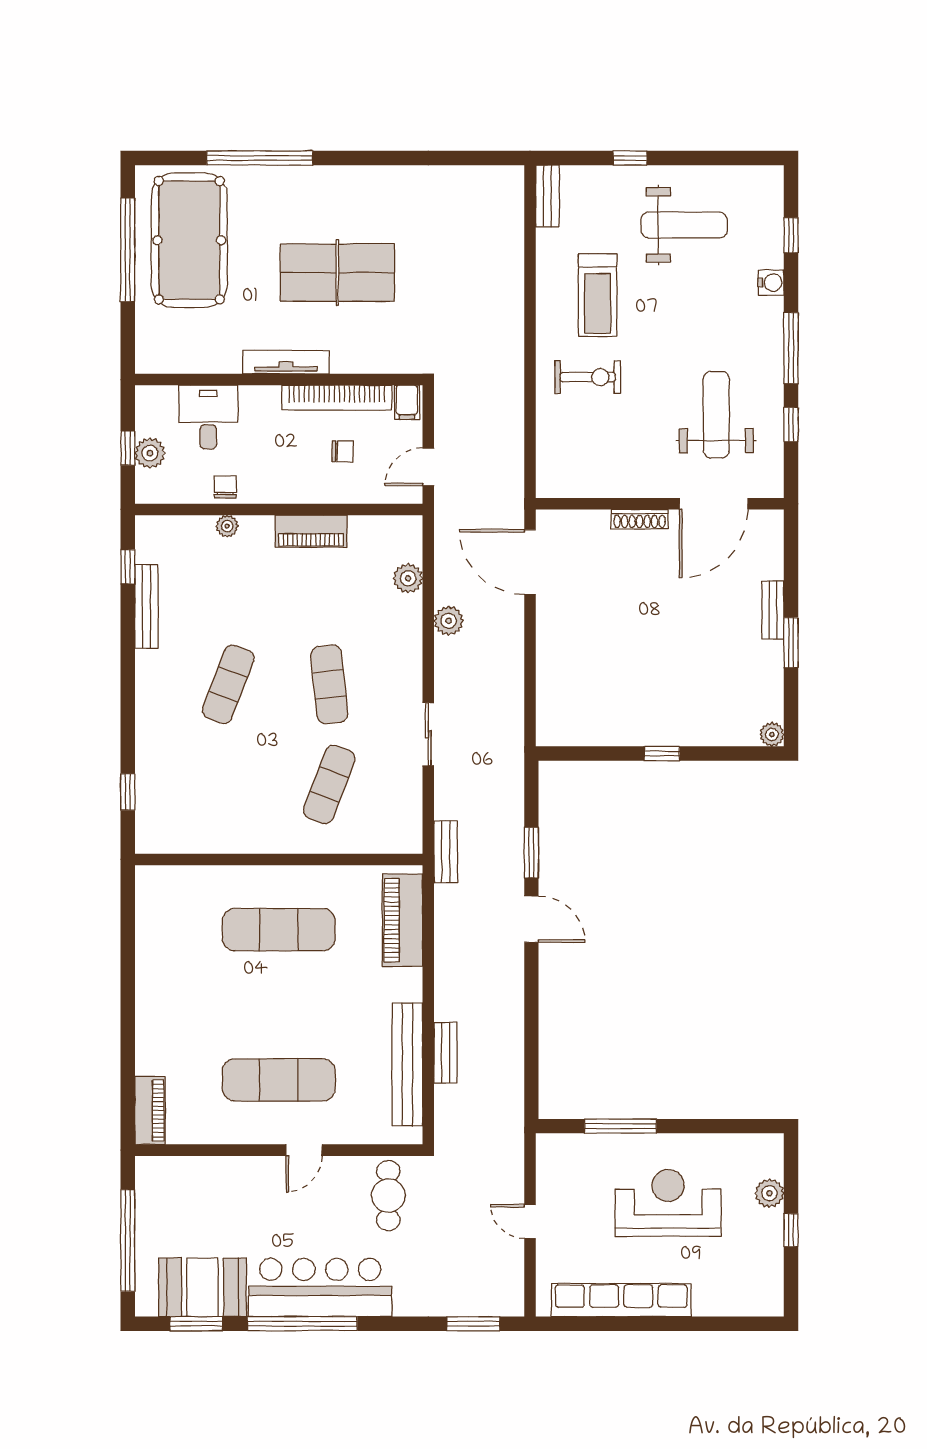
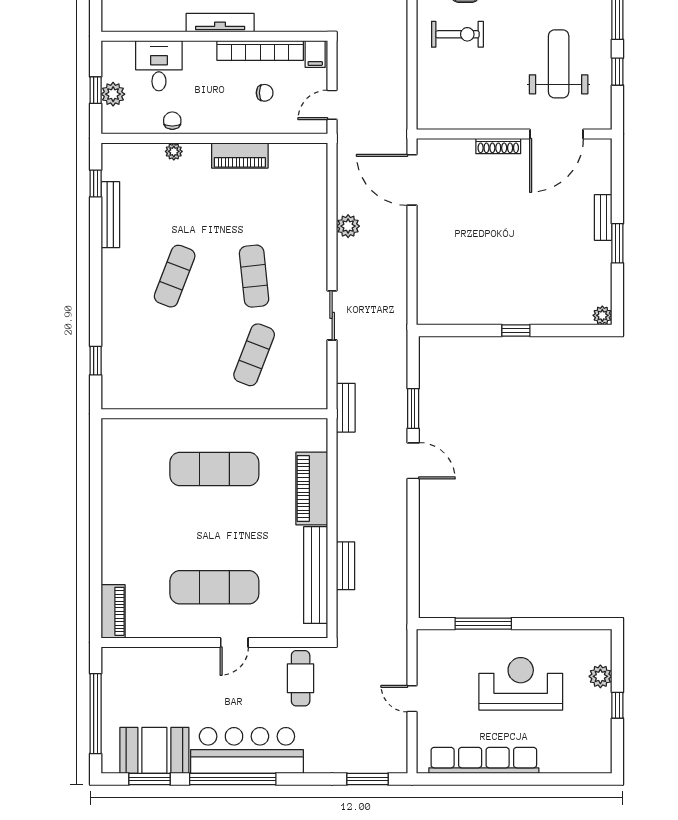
plant: (408, 578) -> (316, 193), removed
piano: (403, 920) -> (312, 489), moved

